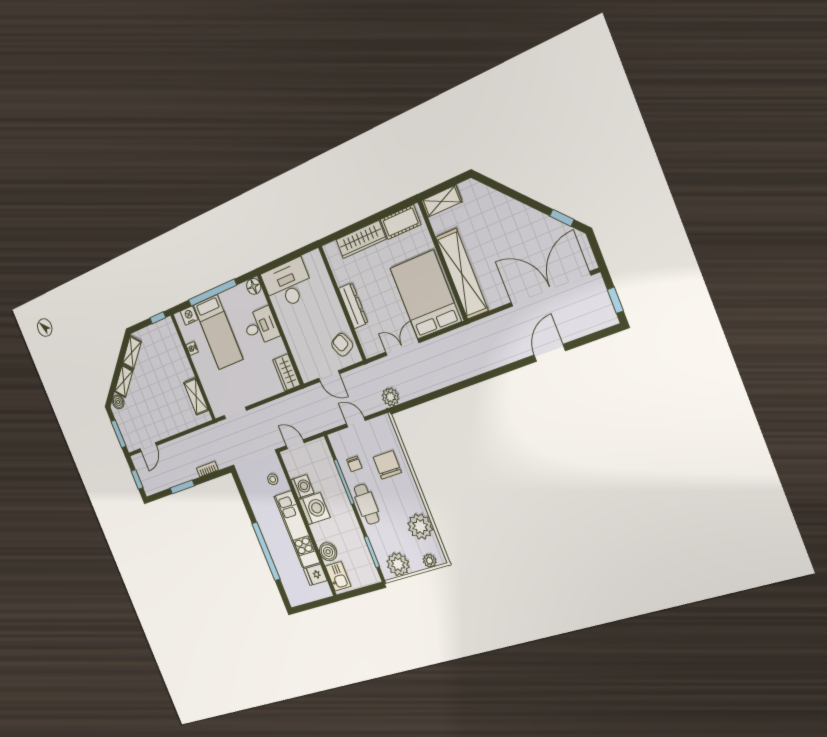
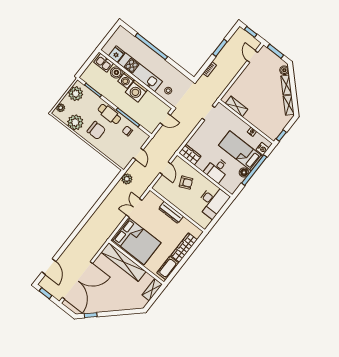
floor lamp: (254, 286) -> (244, 172), moved
armchair: (342, 345) -> (186, 183), moved
double door: (402, 347) -> (134, 208), swing flipped
door: (550, 353) -> (49, 267), moved
door: (329, 376) -> (165, 168), swing flipped
door: (356, 422) -> (138, 154), hinge flipped
chair: (387, 465) -> (96, 130), moved
washing machine: (302, 486) -> (126, 80), moved

